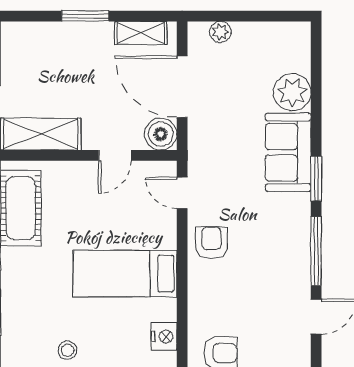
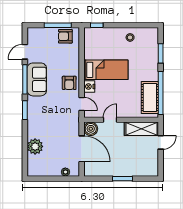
shelving: (141, 33) -> (99, 172), removed
sofa: (288, 152) -> (37, 79), moved
nightstand: (164, 337) -> (89, 87), moved

